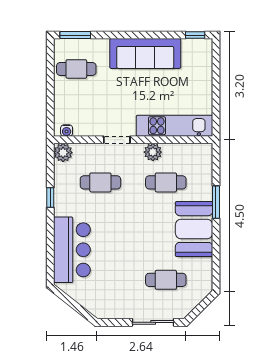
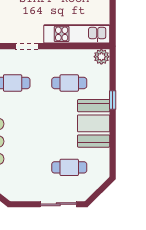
plant: (153, 152) -> (101, 57), moved
window: (216, 202) -> (113, 100), width x0.67

